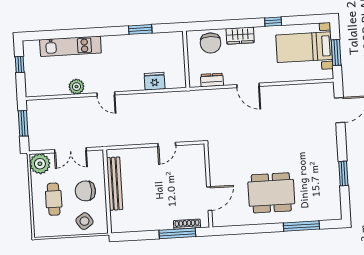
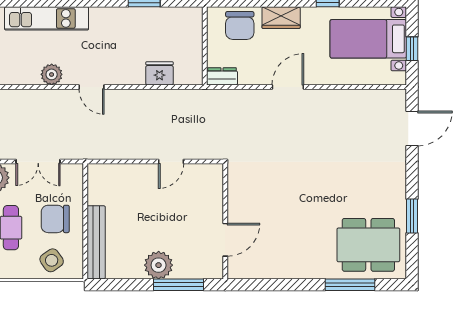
window: (336, 53) -> (412, 49), width x0.67
dresser: (212, 80) -> (222, 76), moved
door: (248, 85) -> (288, 87), swing flipped
bench: (115, 184) -> (96, 242), moved
dining table: (271, 193) -> (368, 245), moved
plant: (162, 220) -> (159, 265), added
shoe rack: (187, 224) -> (192, 273), removed

